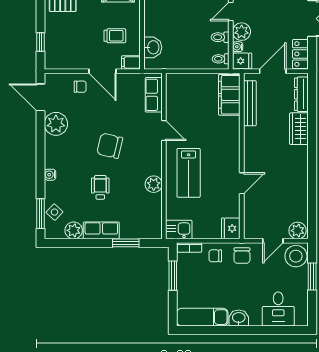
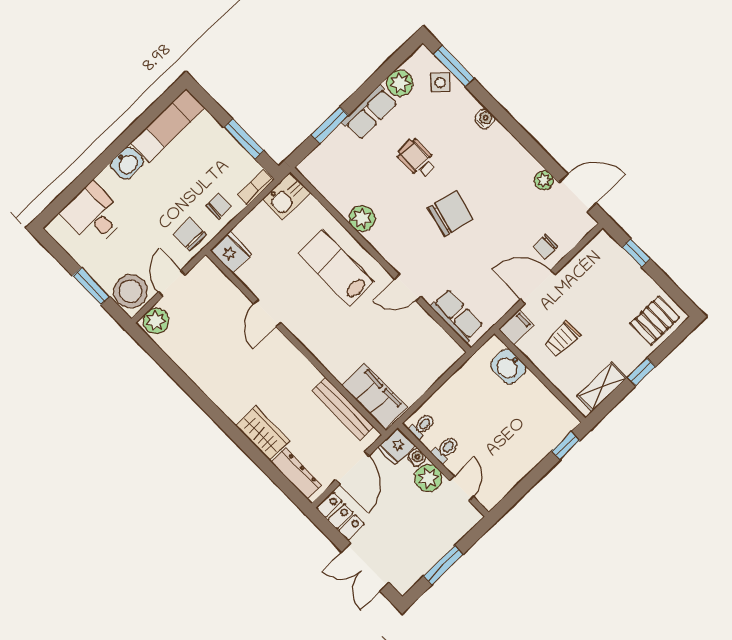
plant: (56, 124) -> (544, 180), width x0.53, depth x0.53
wheelchair: (100, 187) -> (417, 158), turned 180

